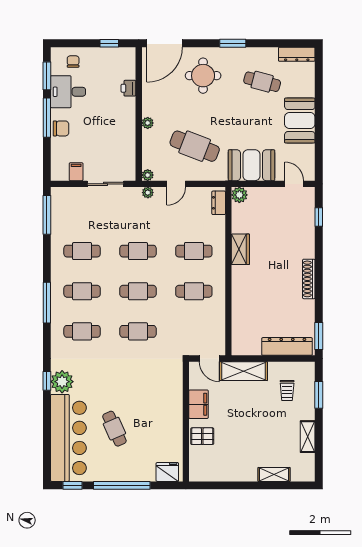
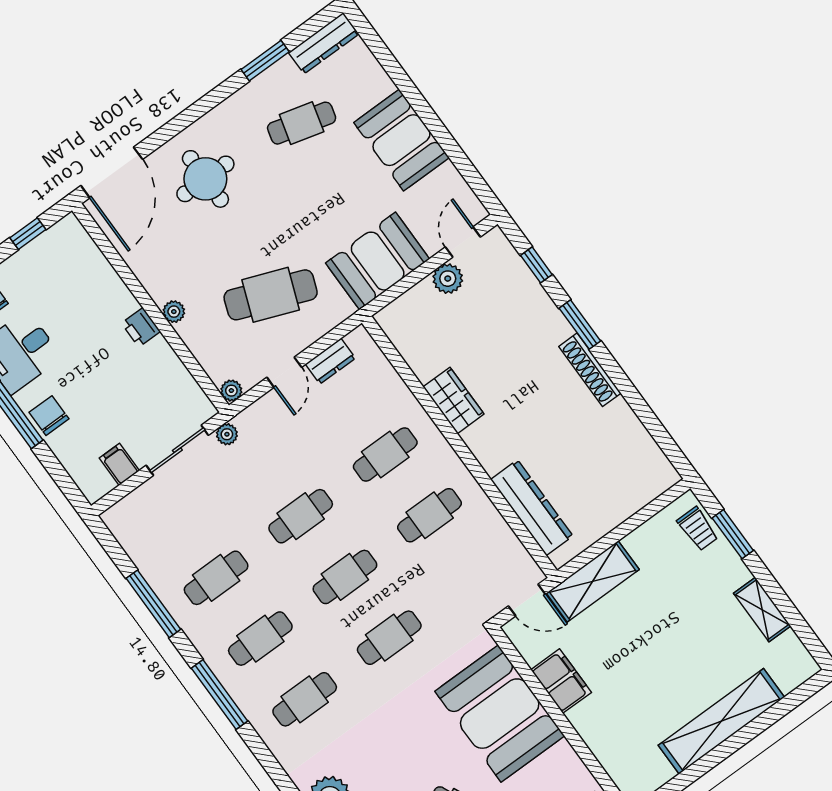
window: (233, 43) -> (265, 61), moved
printer: (128, 88) -> (141, 327), moved
chair: (61, 128) -> (49, 416), turned -90
door: (294, 184) -> (463, 242), hinge flipped
plant: (148, 193) -> (227, 434), moved
plant: (239, 195) -> (448, 279), moved
dresser: (219, 203) -> (330, 361), moved, turned -90
window: (47, 215) -> (153, 604), moved
window: (319, 336) -> (580, 325), moved
dresser: (287, 346) -> (532, 508), moved, turned 90
trolley: (287, 391) -> (698, 529), moved
booth: (162, 399) -> (500, 714), added
pallet: (202, 436) -> (602, 725), removed
shelving: (274, 474) -> (721, 721), width x2.20, depth x1.33

